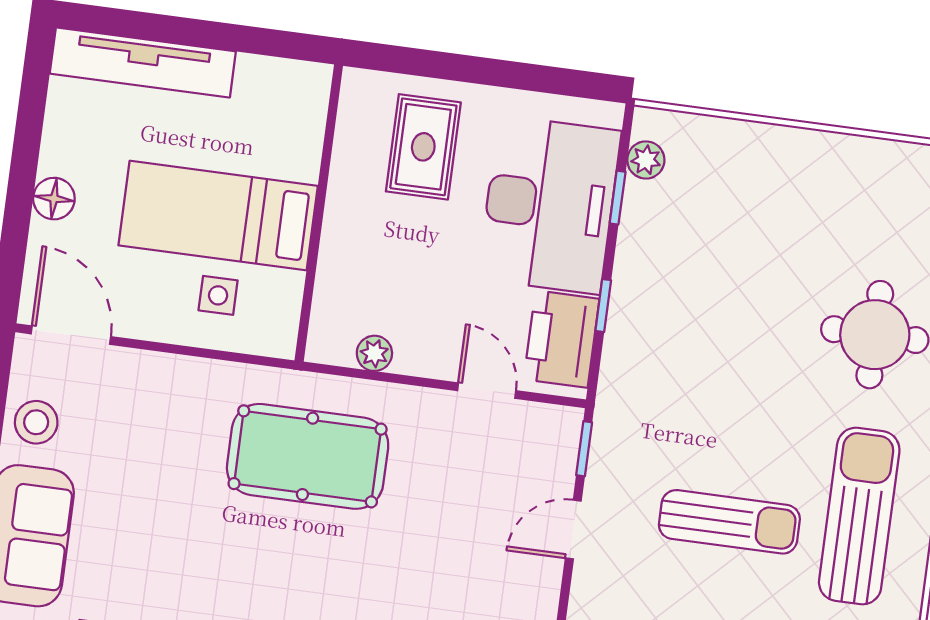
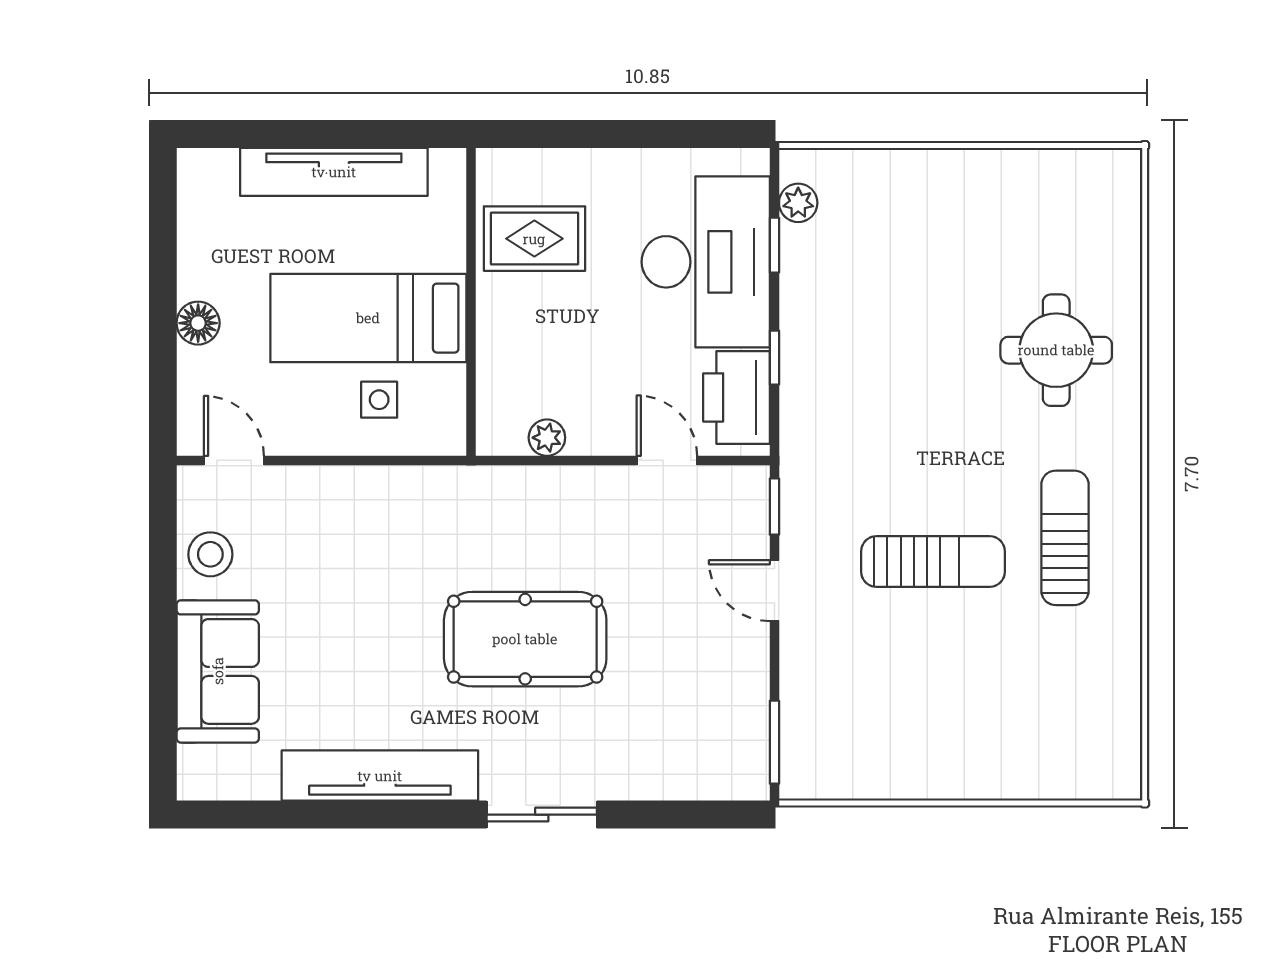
tv unit: (143, 62) -> (334, 172), moved
rug: (423, 147) -> (534, 239), moved, turned 90
door: (71, 335) -> (234, 460), width x0.73
pool table: (308, 456) -> (525, 639), moved
sun lounger: (859, 516) -> (1065, 538), width x0.73, depth x0.75
door: (573, 529) -> (774, 591), hinge flipped

